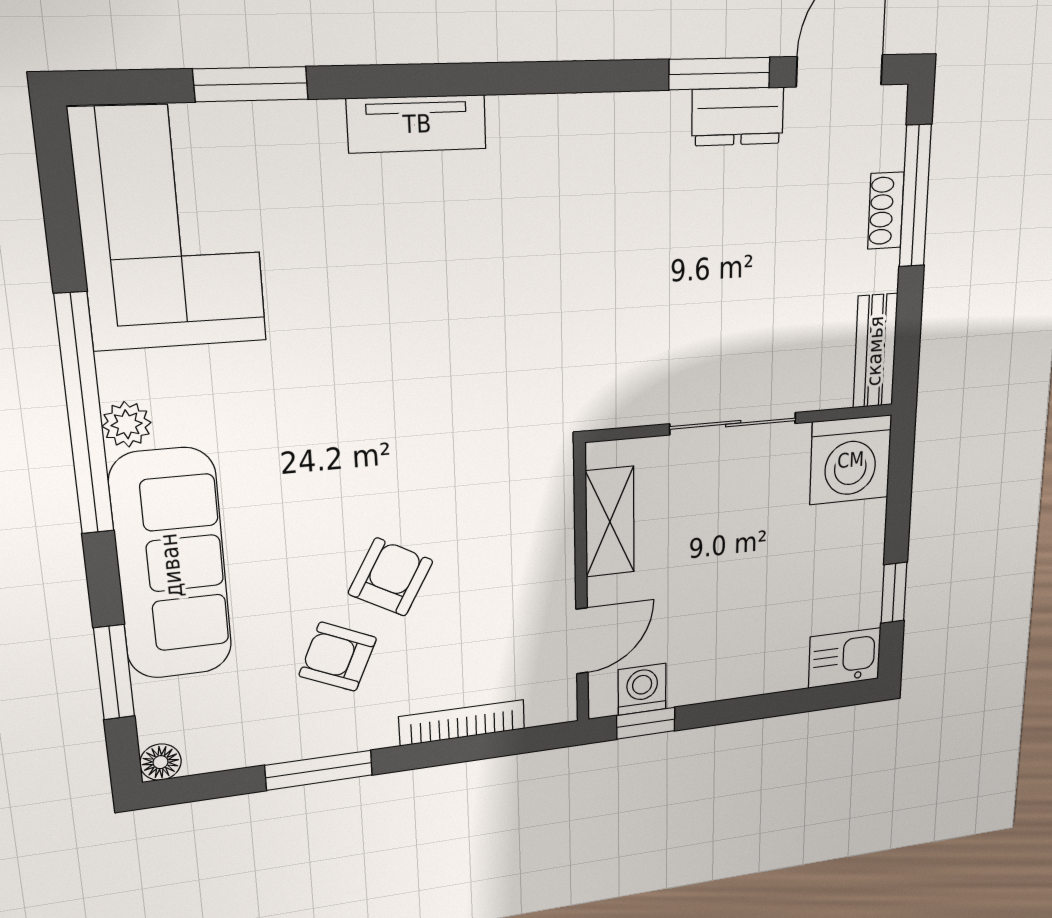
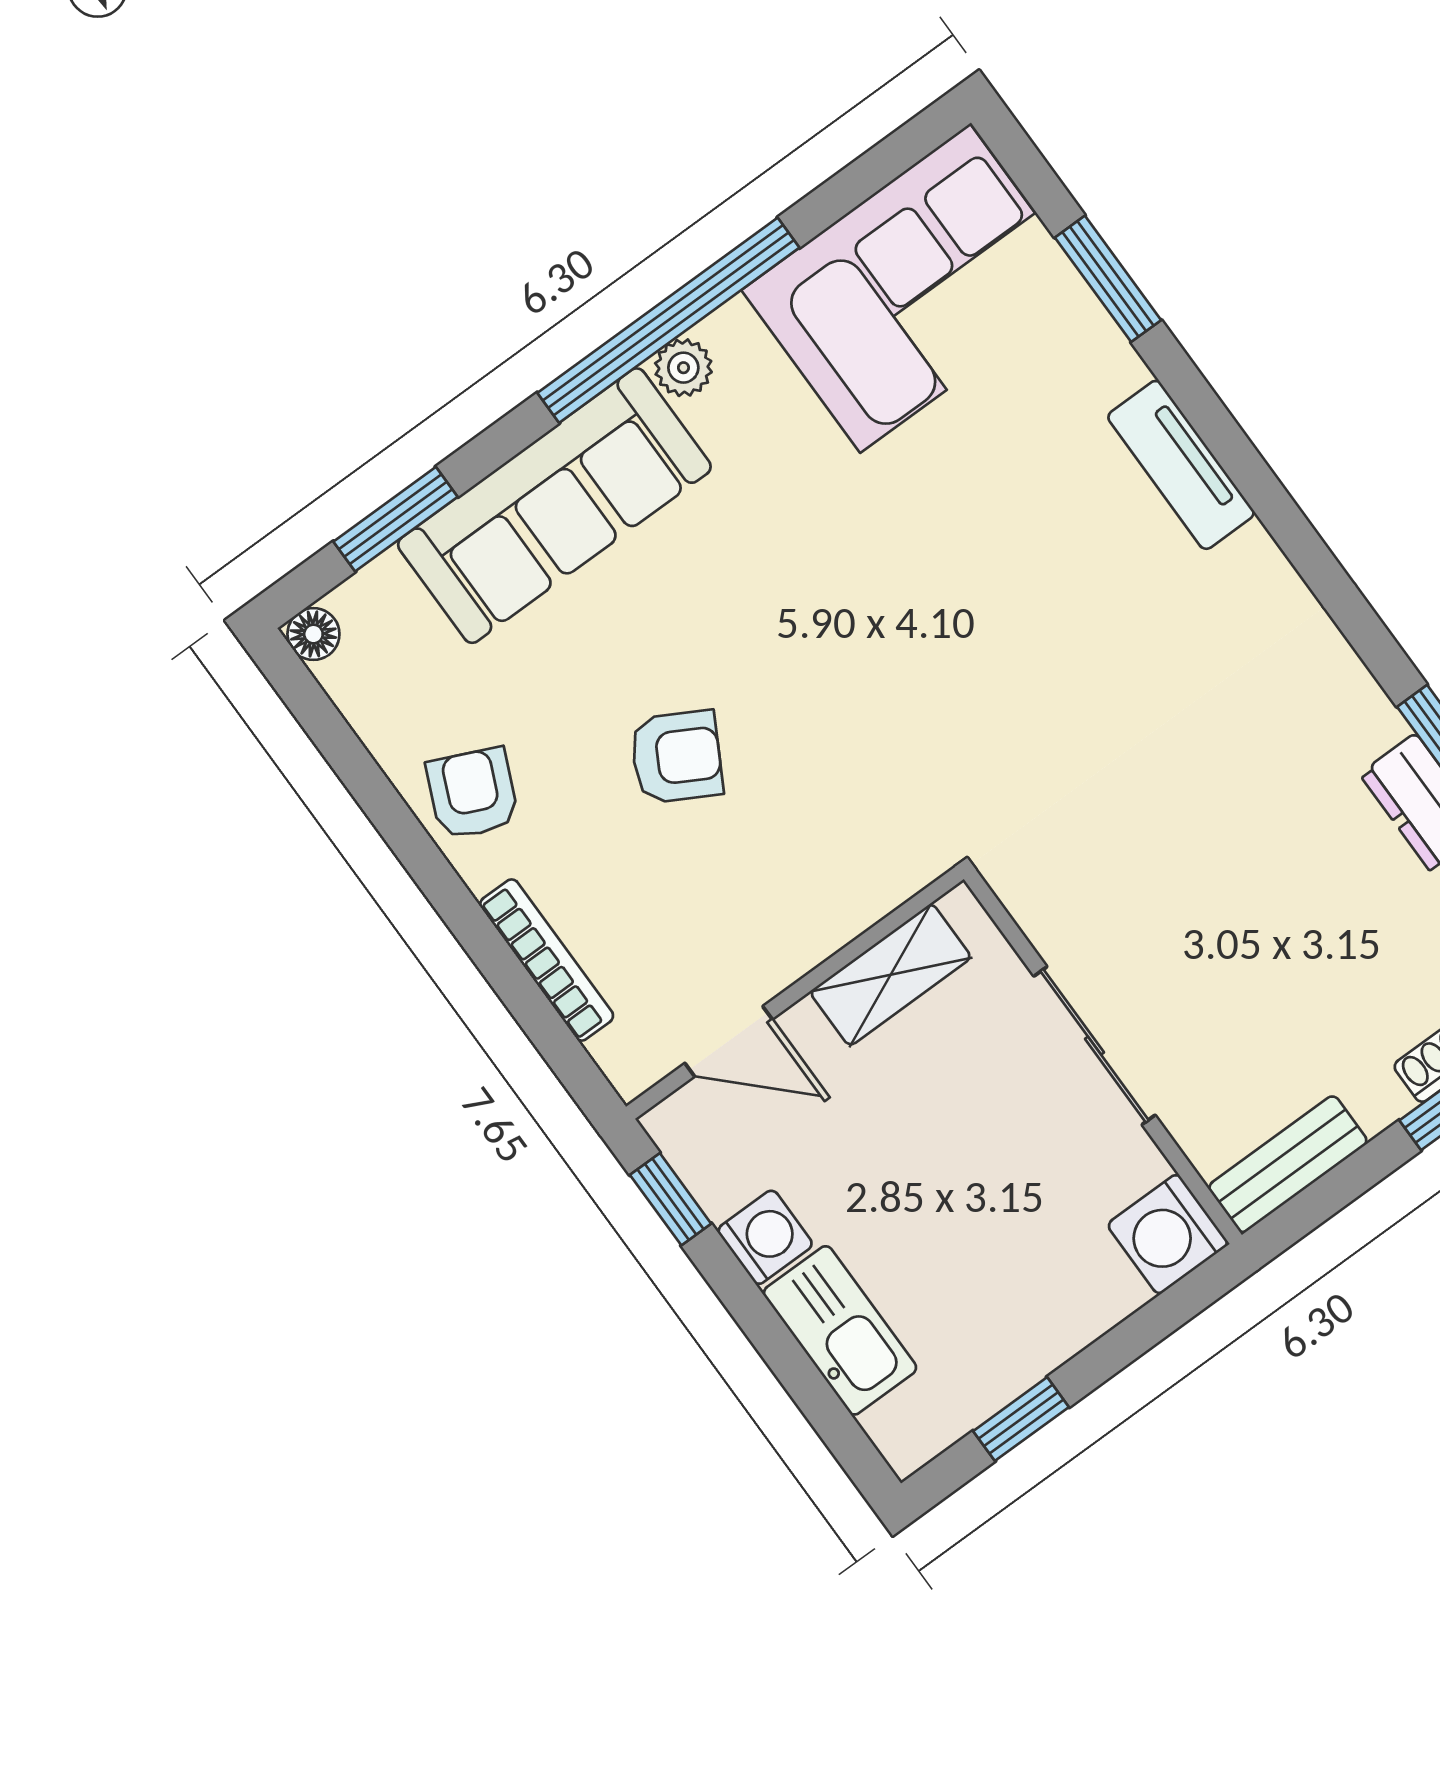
washing machine: (851, 460) -> (1168, 1234), width x0.73, depth x0.73
armchair: (338, 657) -> (473, 793), moved
kitchen sink: (845, 658) -> (840, 1330), moved, width x1.38
washing machine: (642, 689) -> (765, 1237), moved
window: (319, 770) -> (397, 824), removed

